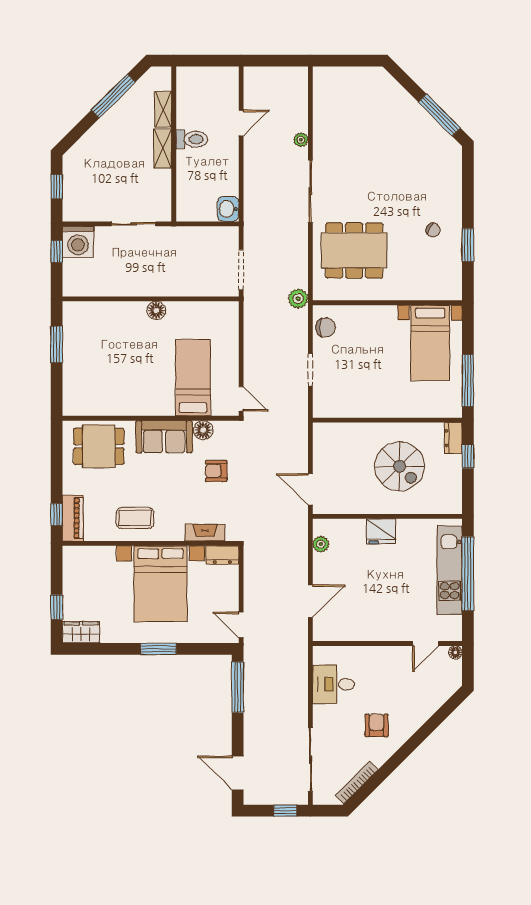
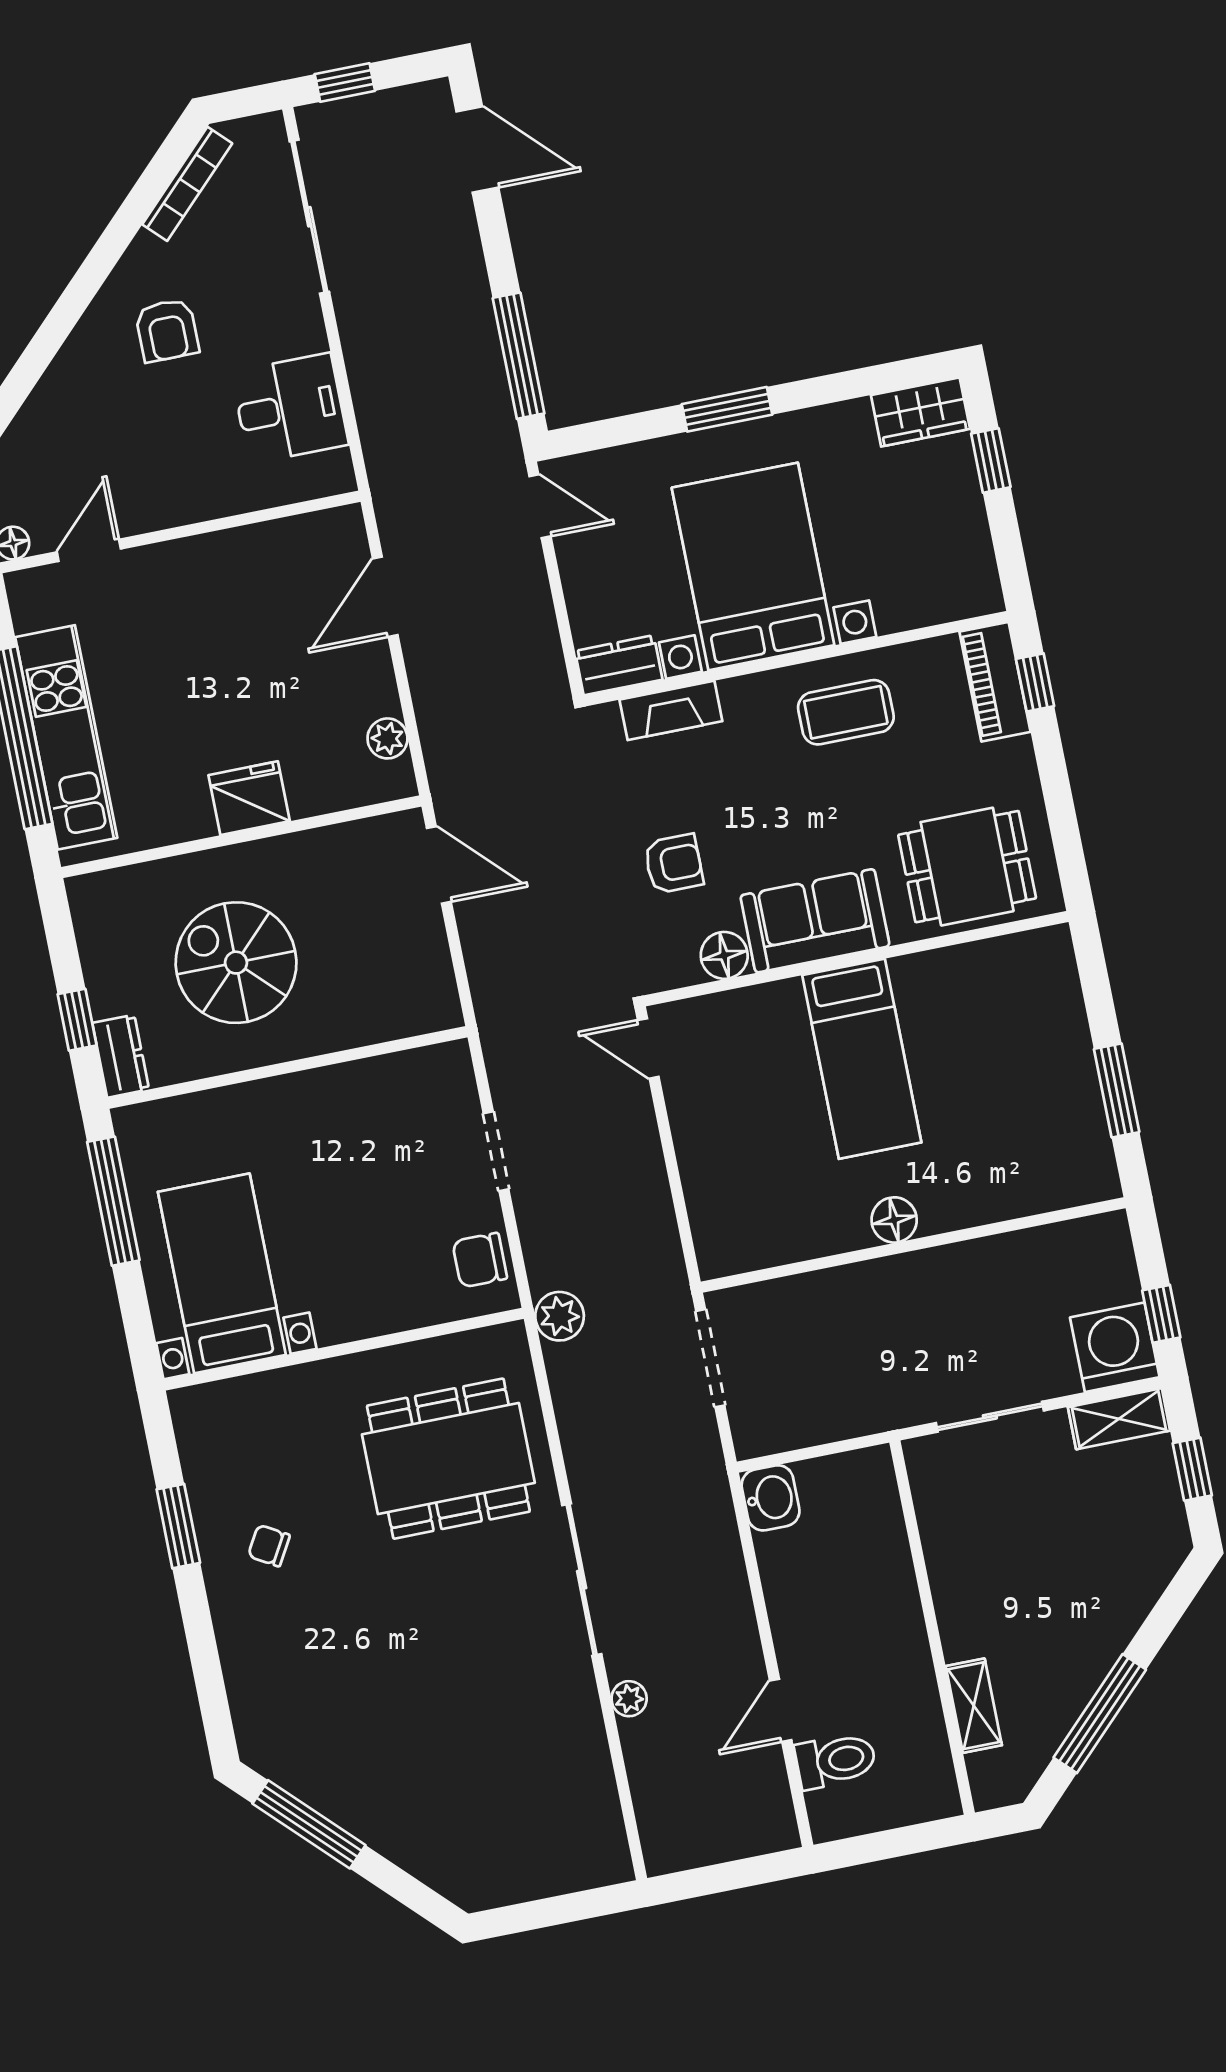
toilet: (192, 139) -> (836, 1761), moved, turned 180
shelving: (163, 149) -> (1119, 1419), moved, turned 90
bed: (193, 378) -> (862, 1059), moved

